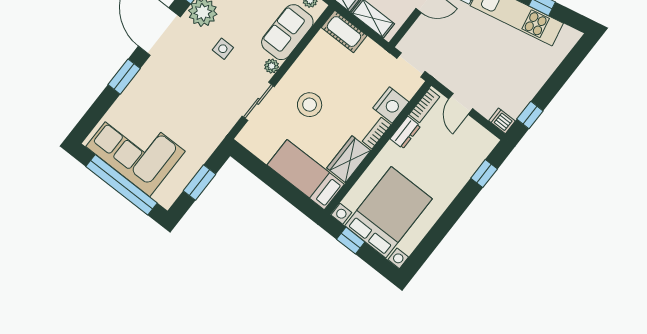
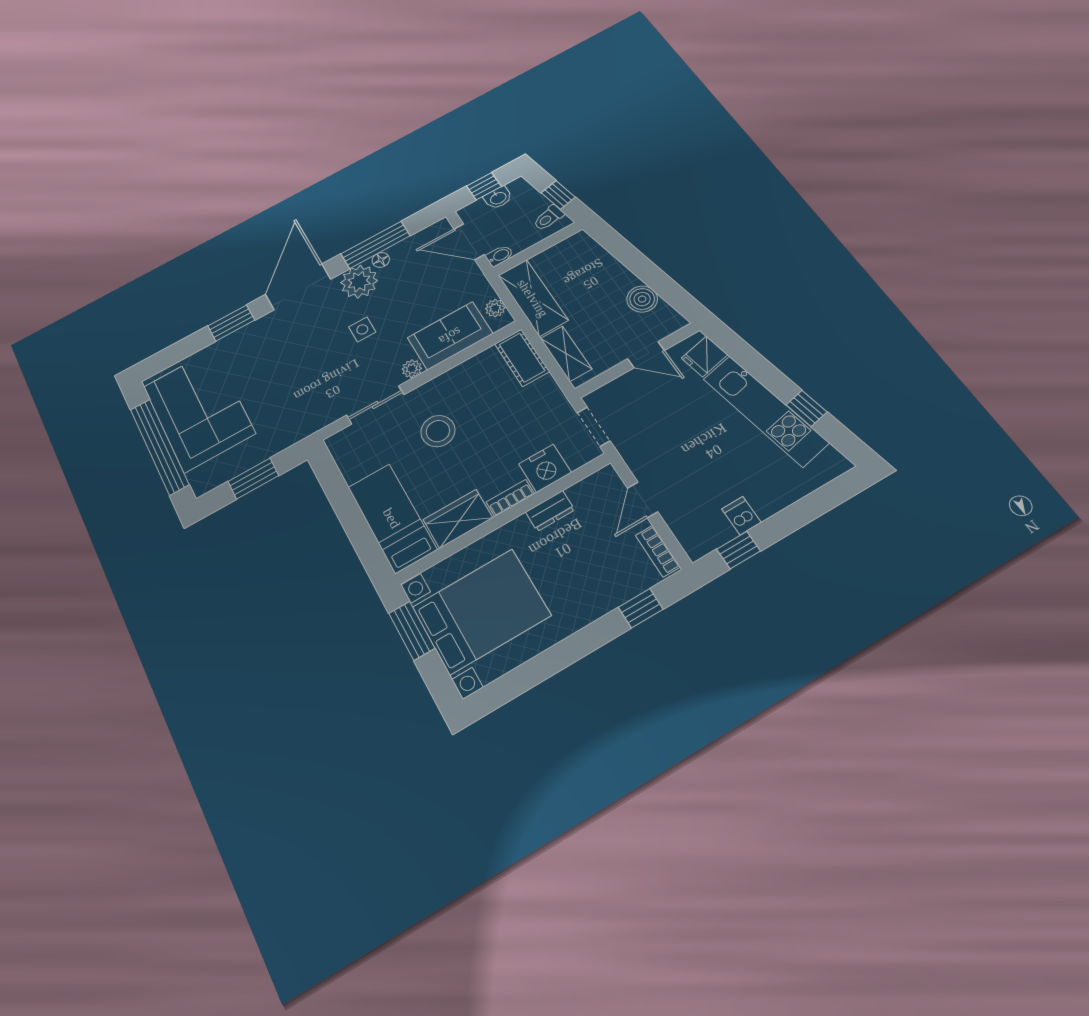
bookcase: (424, 106) -> (658, 551), moved, turned 90
dishwasher: (502, 121) -> (741, 516), moved
window: (351, 241) -> (412, 631), width x1.50

